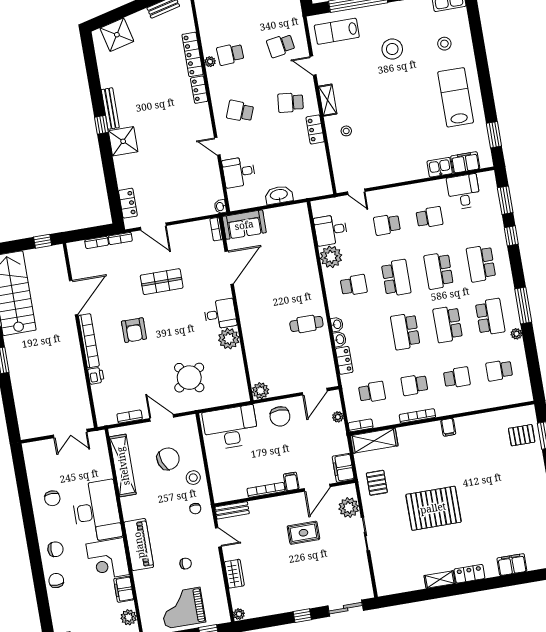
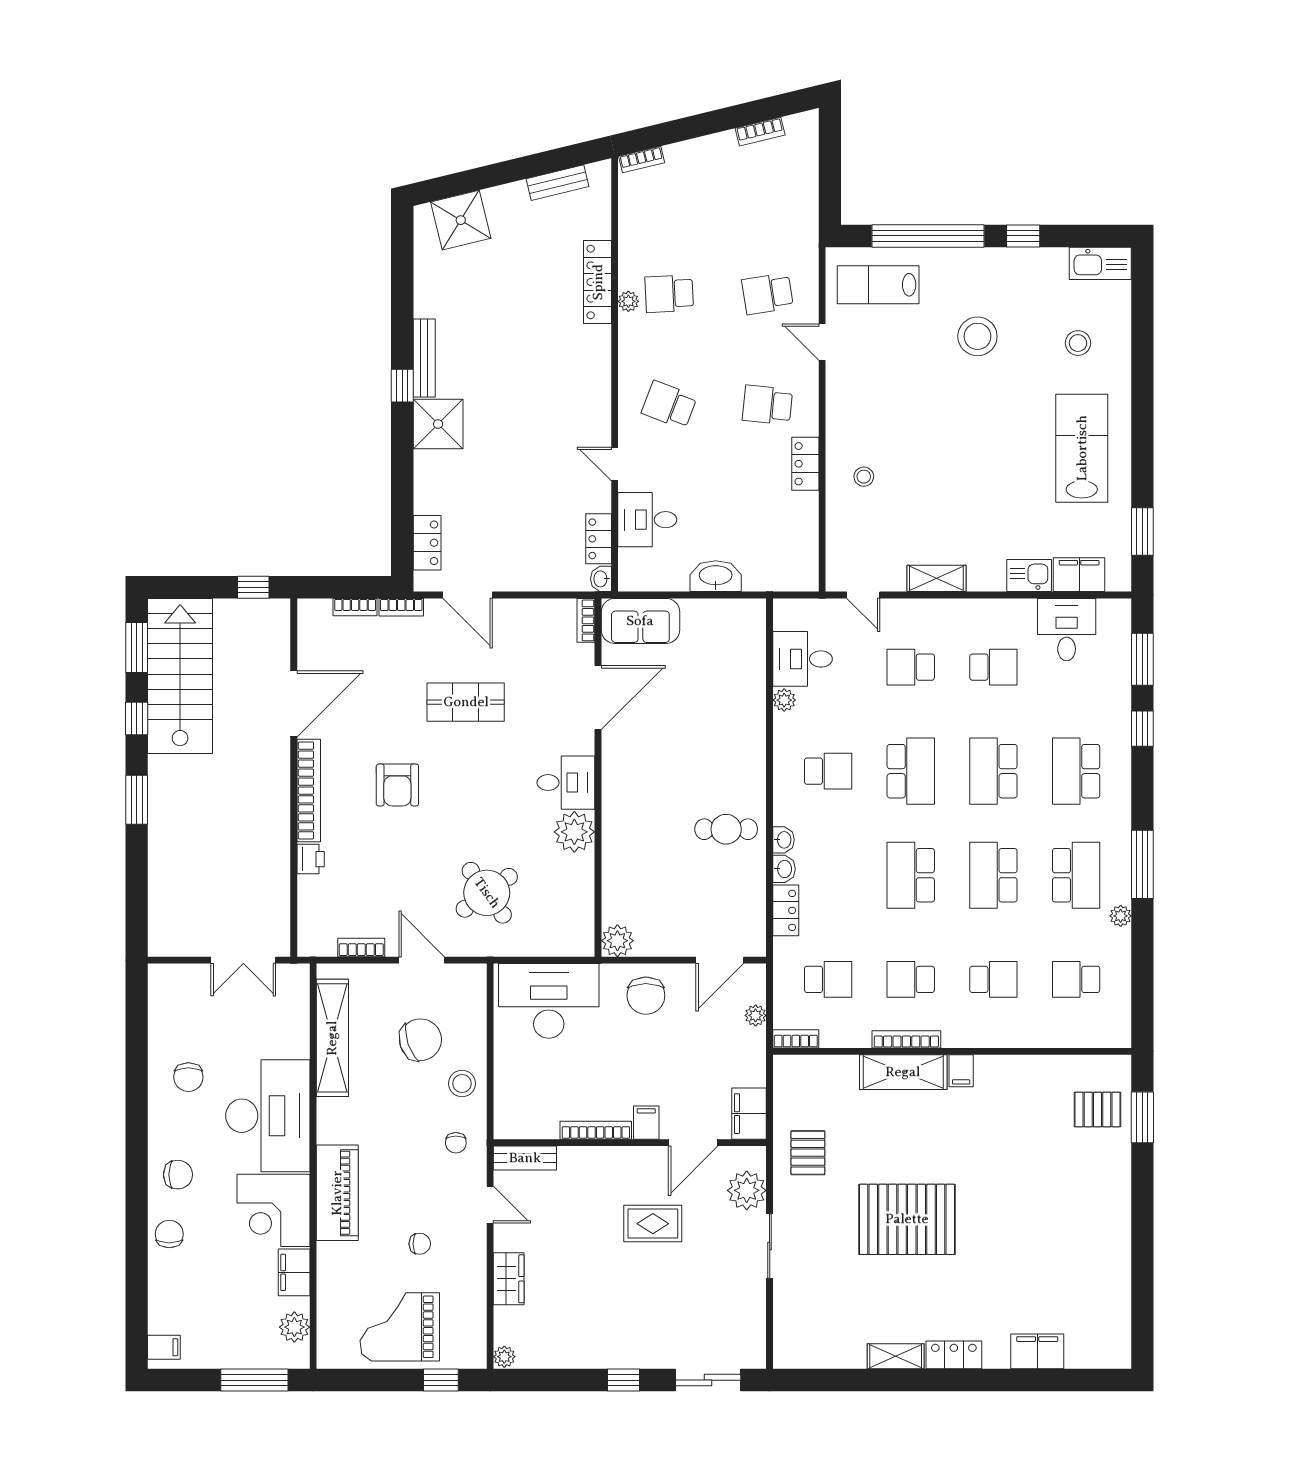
locker: (199, 90) -> (599, 539), moved
shelving: (328, 100) -> (936, 578), moved, turned 90
plant: (331, 257) -> (784, 700), width x0.53, depth x0.53
shelving: (374, 441) -> (903, 1072), moved

